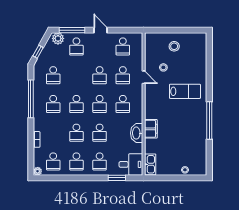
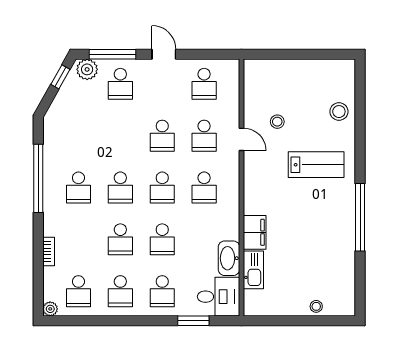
stool: (174, 46) -> (339, 112), moved
window: (38, 52) -> (60, 77), moved
school desk: (53, 75) -> (78, 136), removed
washbasin: (137, 133) -> (229, 258), moved
kitchen sink: (150, 164) -> (253, 270), moved

